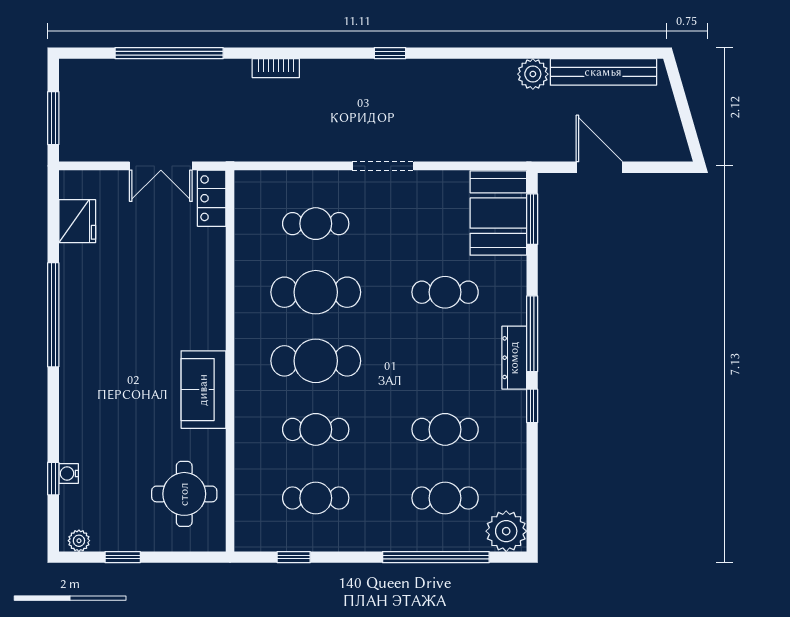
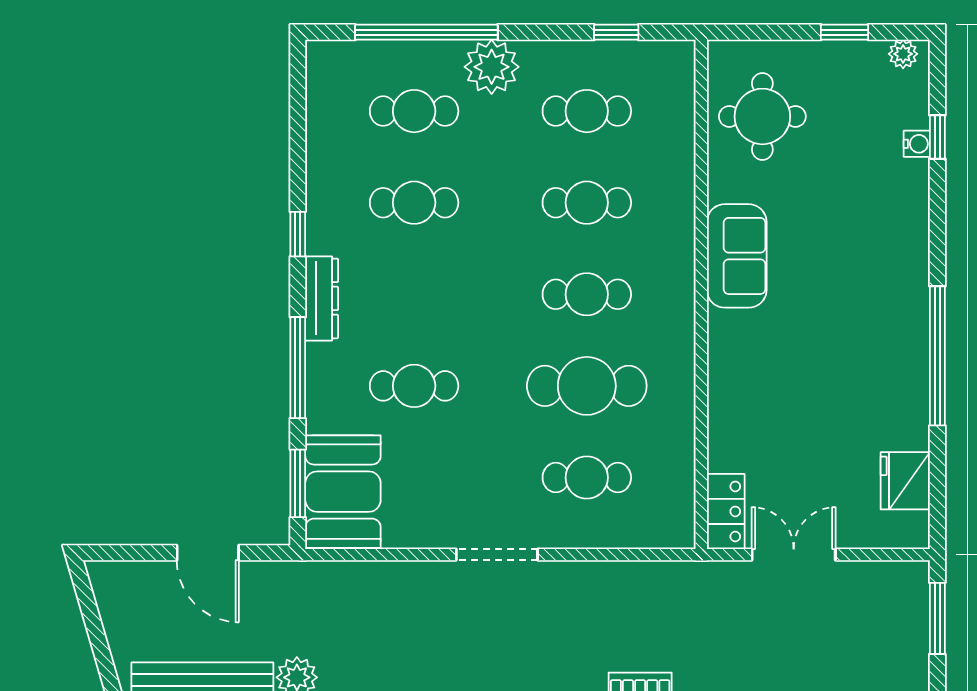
window: (532, 334) -> (298, 368), moved
cafe table: (316, 361) -> (587, 294), width x0.73, depth x0.74
plant: (506, 531) -> (492, 67), moved

